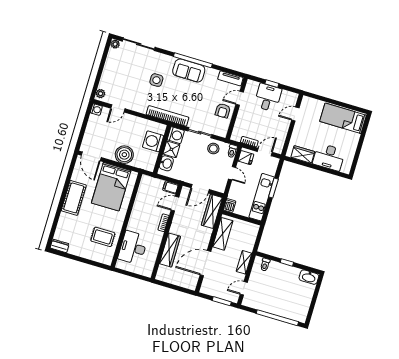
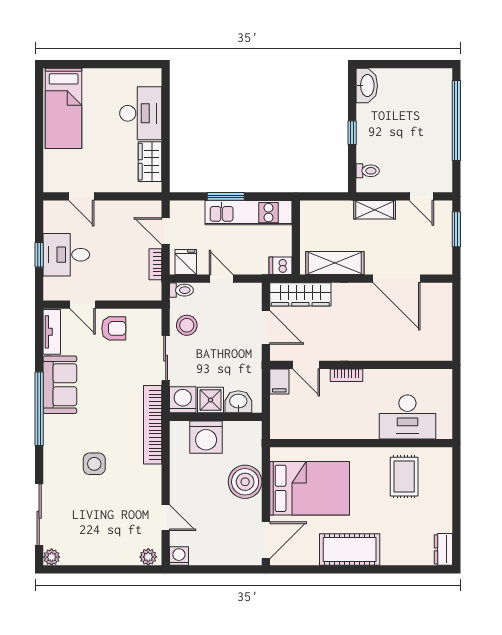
sofa: (189, 71) -> (60, 385), moved
door: (232, 173) -> (221, 279), hinge flipped
wardrobe: (170, 250) -> (392, 349), removed

